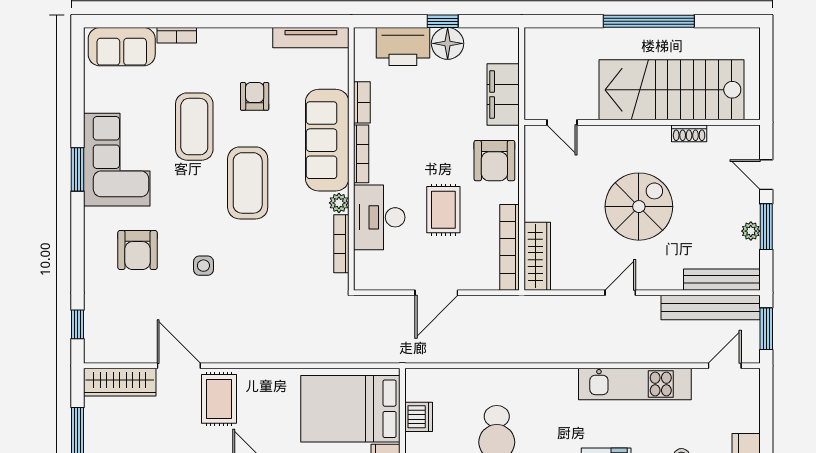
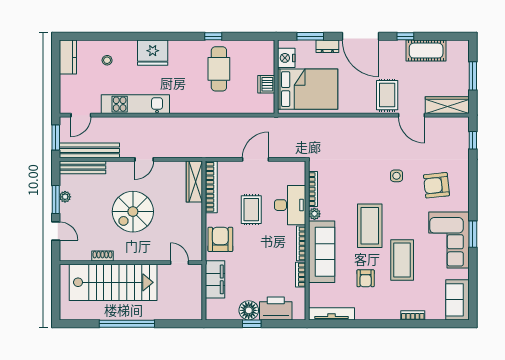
sofa: (122, 47) -> (457, 300), moved, turned -90
armchair: (138, 250) -> (436, 185), turned -96

